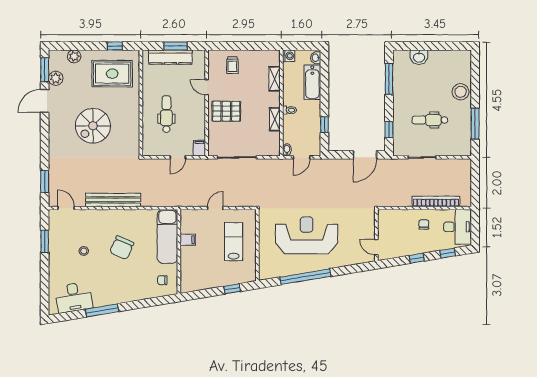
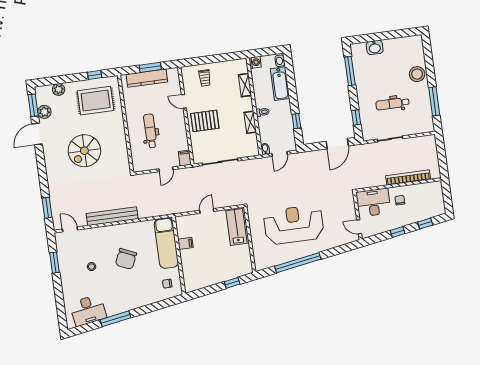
desk: (457, 227) -> (373, 202), moved, turned -90
lab bench: (234, 242) -> (237, 227), moved

